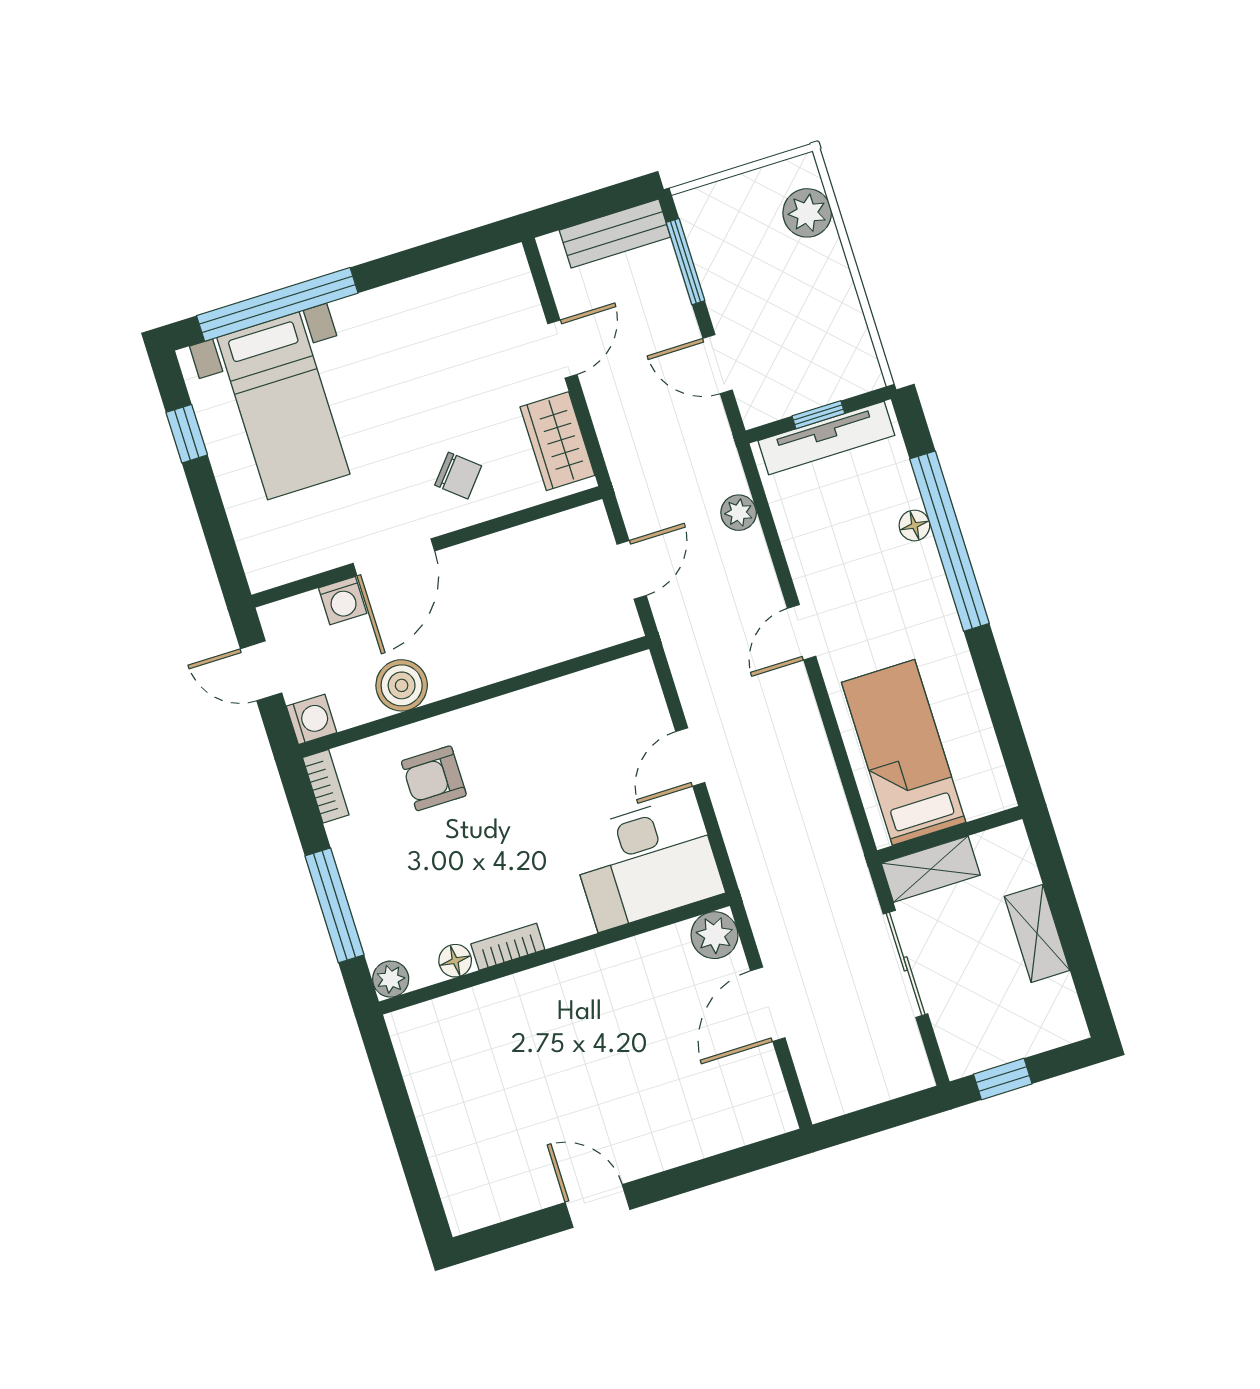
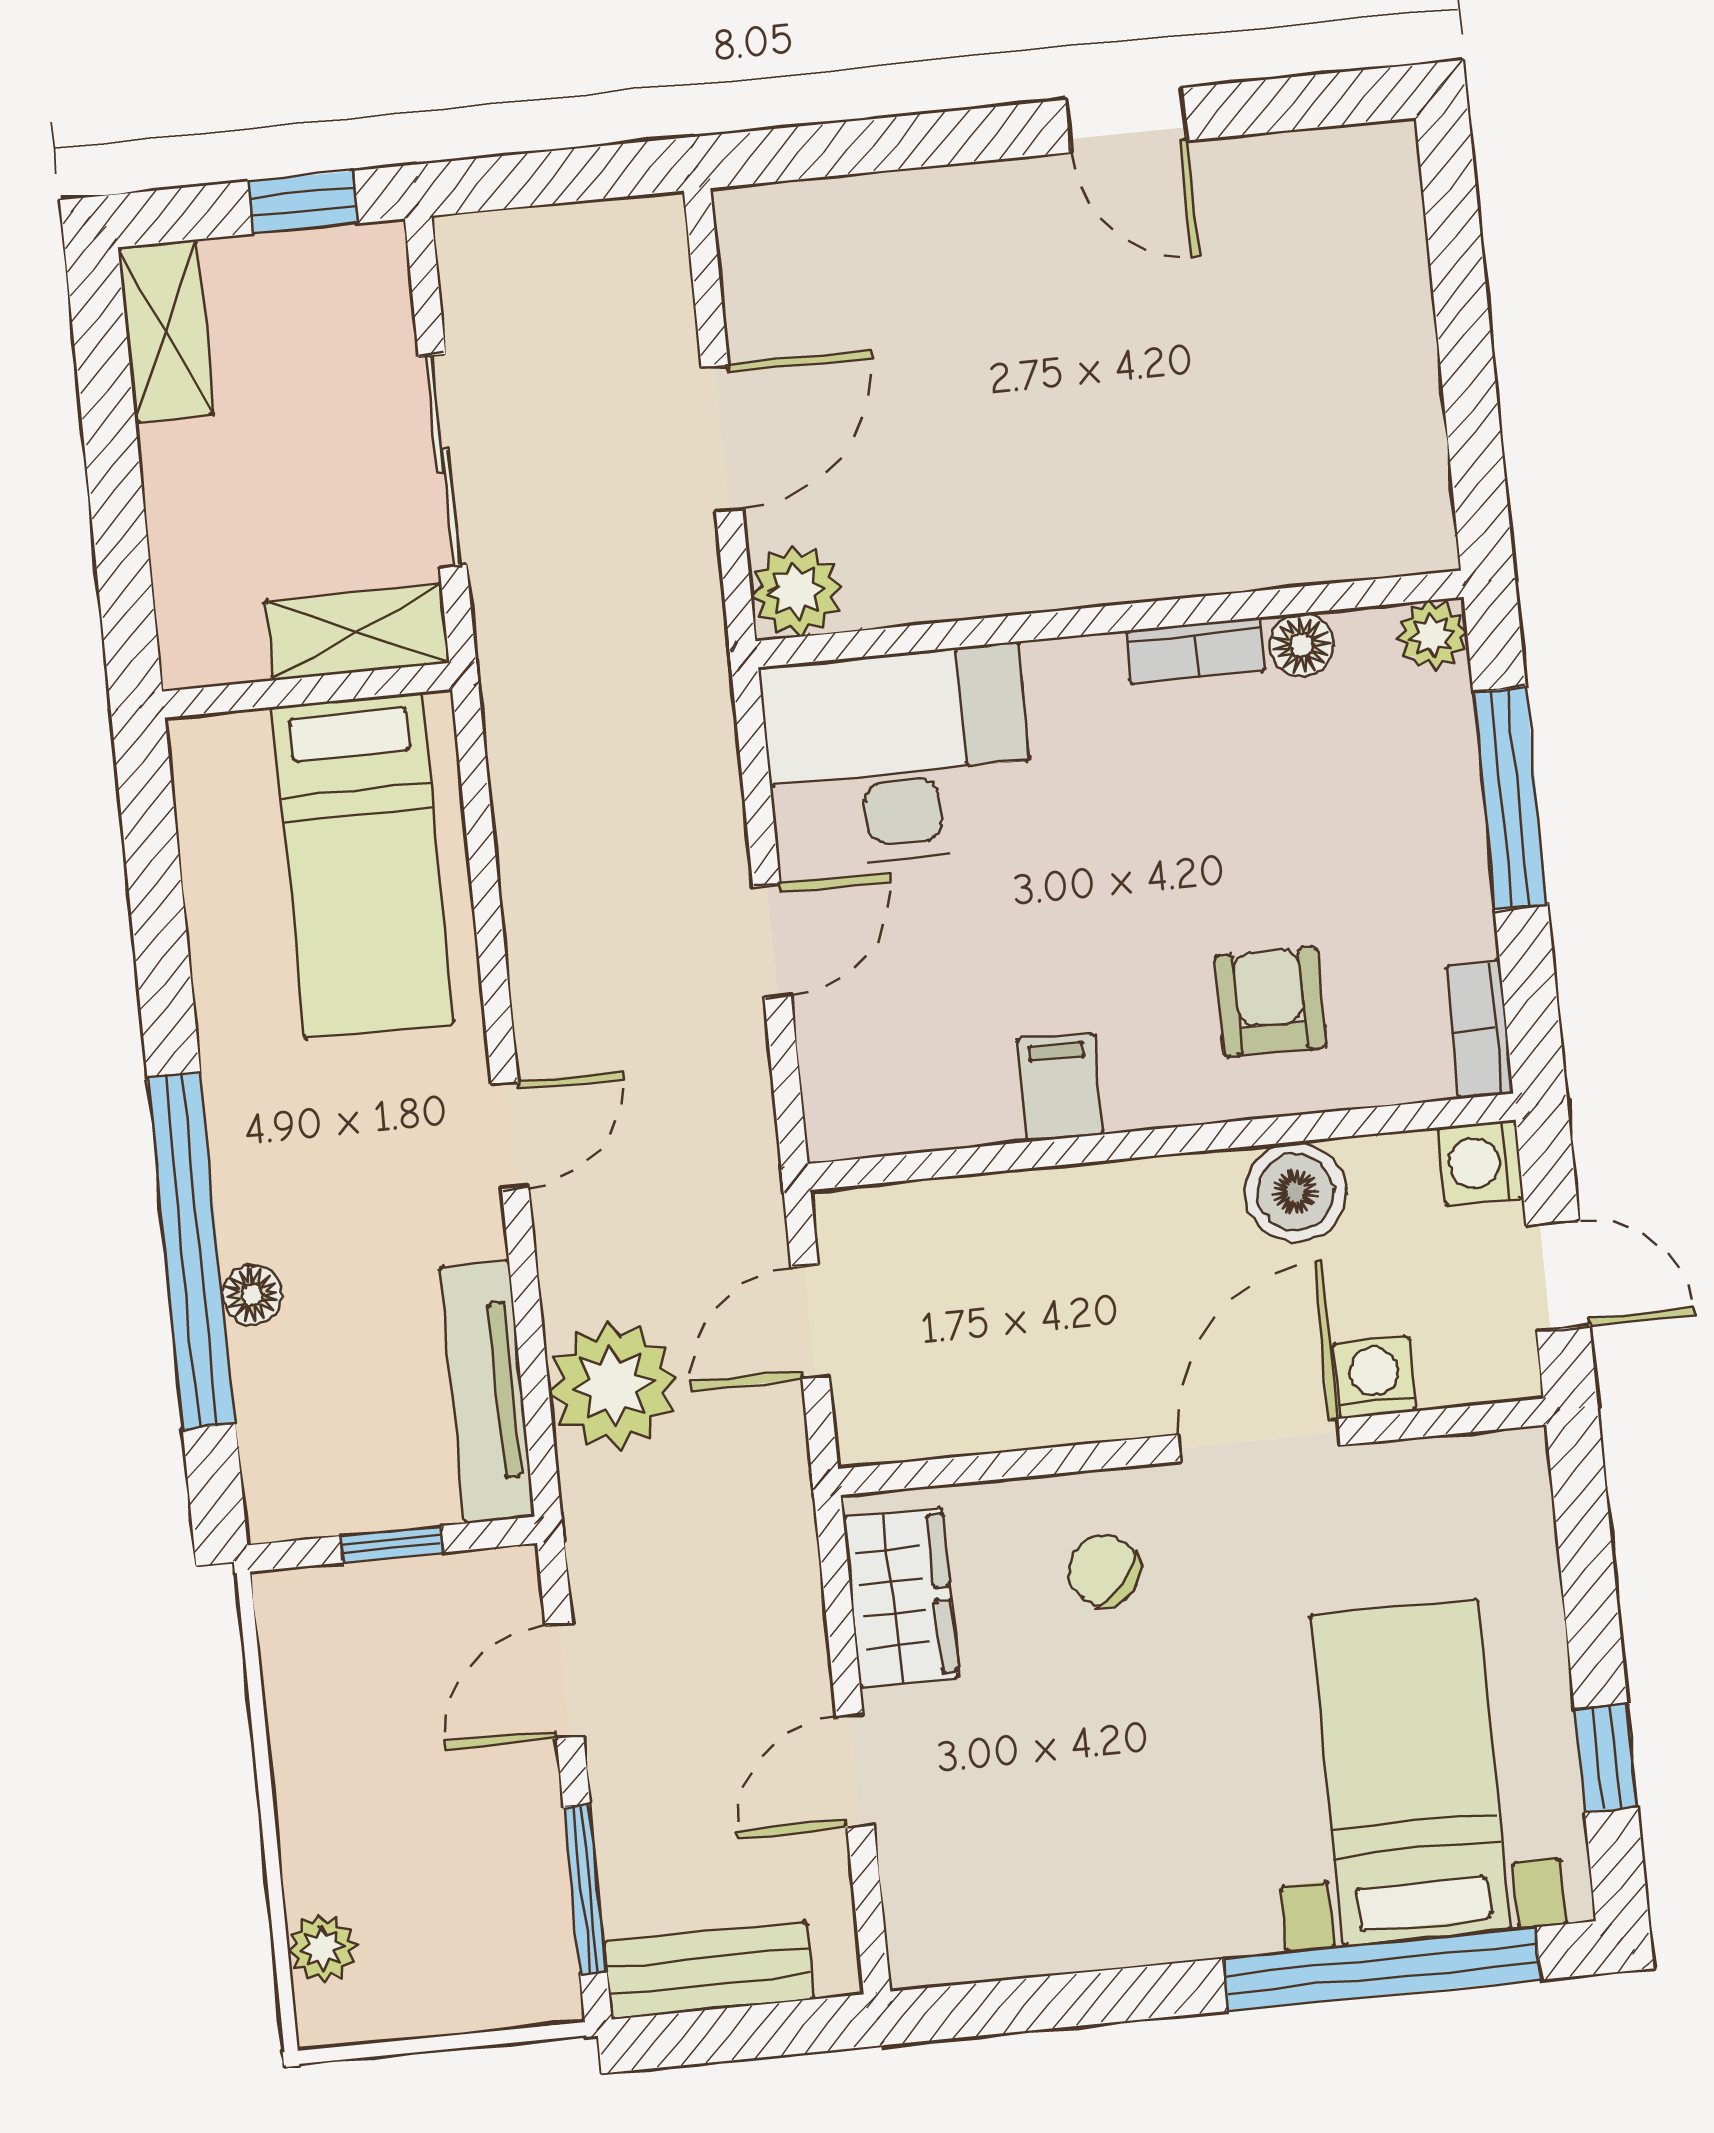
plant: (807, 213) -> (322, 1948), width x0.73, depth x0.73
door: (718, 364) -> (564, 1681), swing flipped
tv unit: (826, 438) -> (487, 1392), moved, turned -90
plant: (739, 513) -> (613, 1386), width x1.88, depth x1.88
filing cabinet: (531, 714) -> (1060, 1087), added
armchair: (434, 778) -> (1270, 1002), turned -90
shelving: (1037, 933) -> (166, 331), moved

